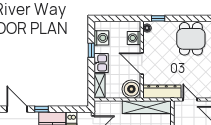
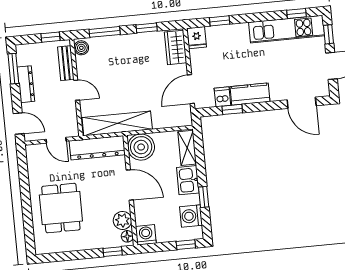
window: (107, 18) -> (186, 245), added
washing machine: (134, 38) -> (146, 235), moved, turned -90
plant: (149, 39) -> (122, 220), added
dining table: (191, 39) -> (61, 208), moved
window: (42, 109) -> (232, 109), moved

